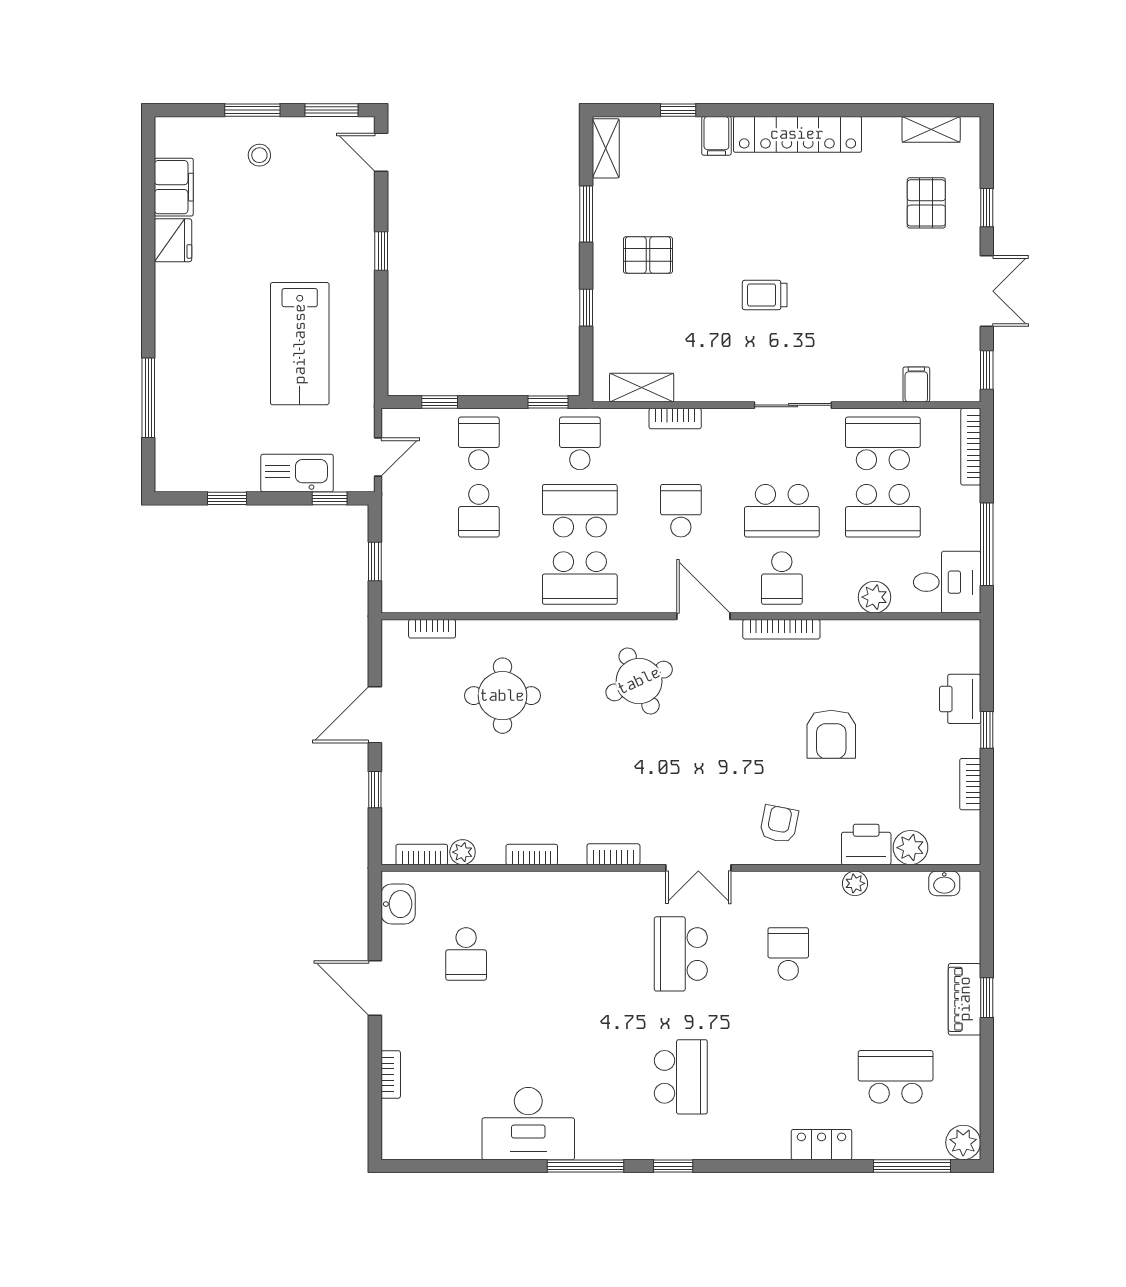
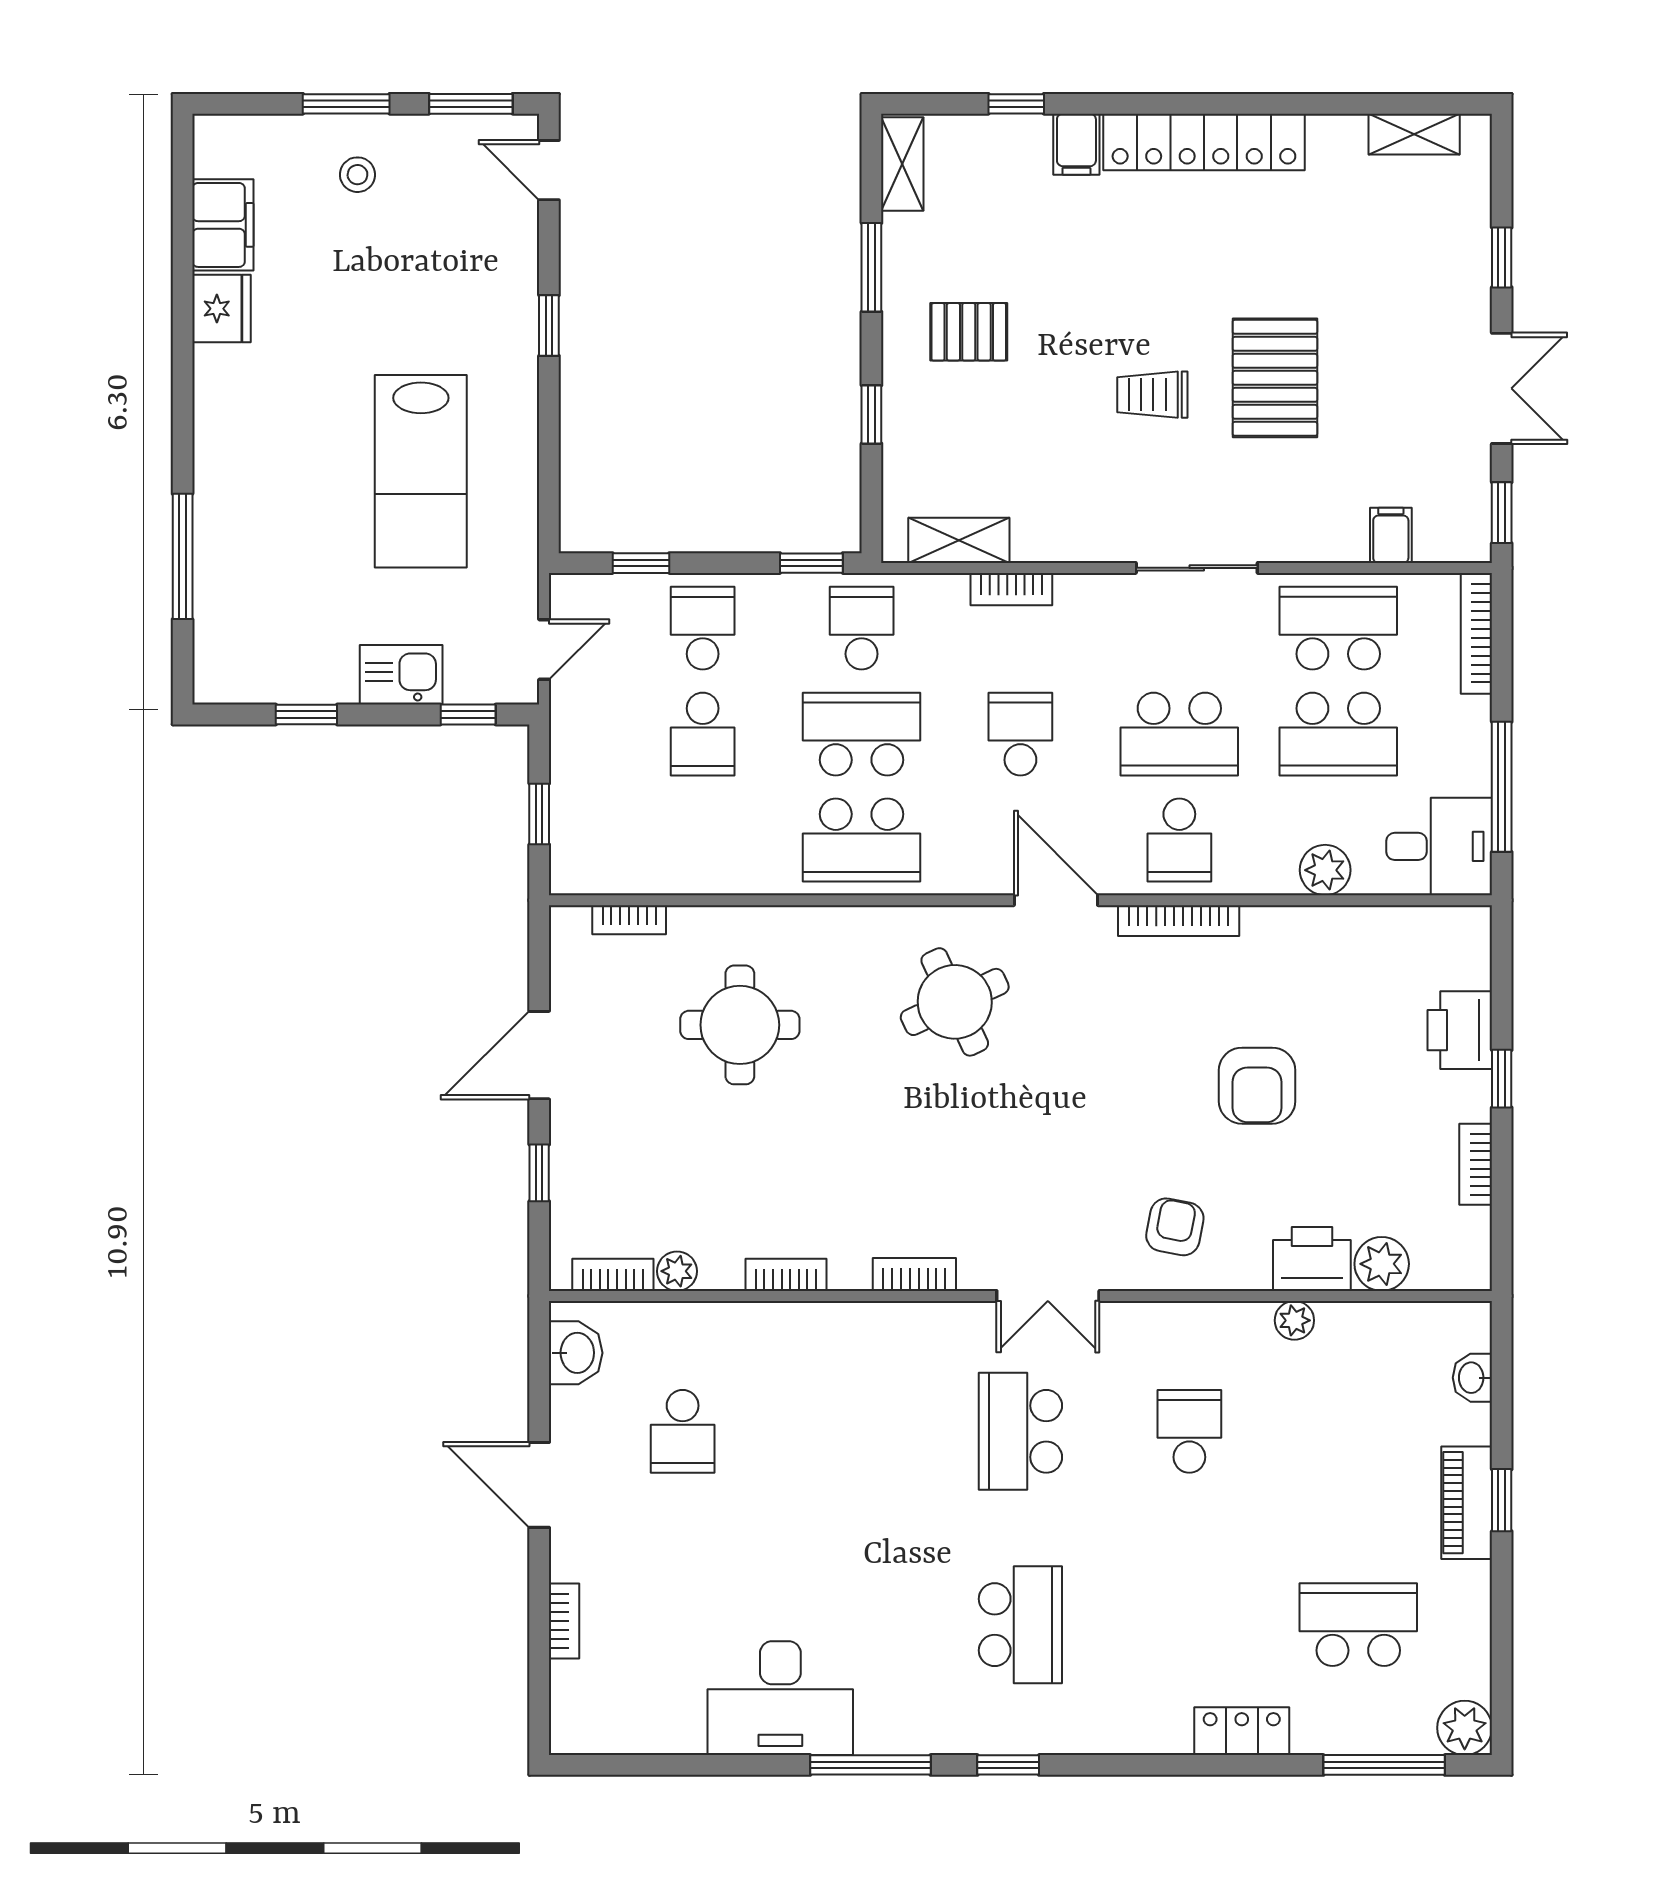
pallet: (926, 203) -> (1275, 378), moved, width x1.50, depth x1.42
kitchen sink: (297, 473) -> (401, 675), width x0.73
washbasin: (944, 883) -> (1472, 1378), moved, turned 90

